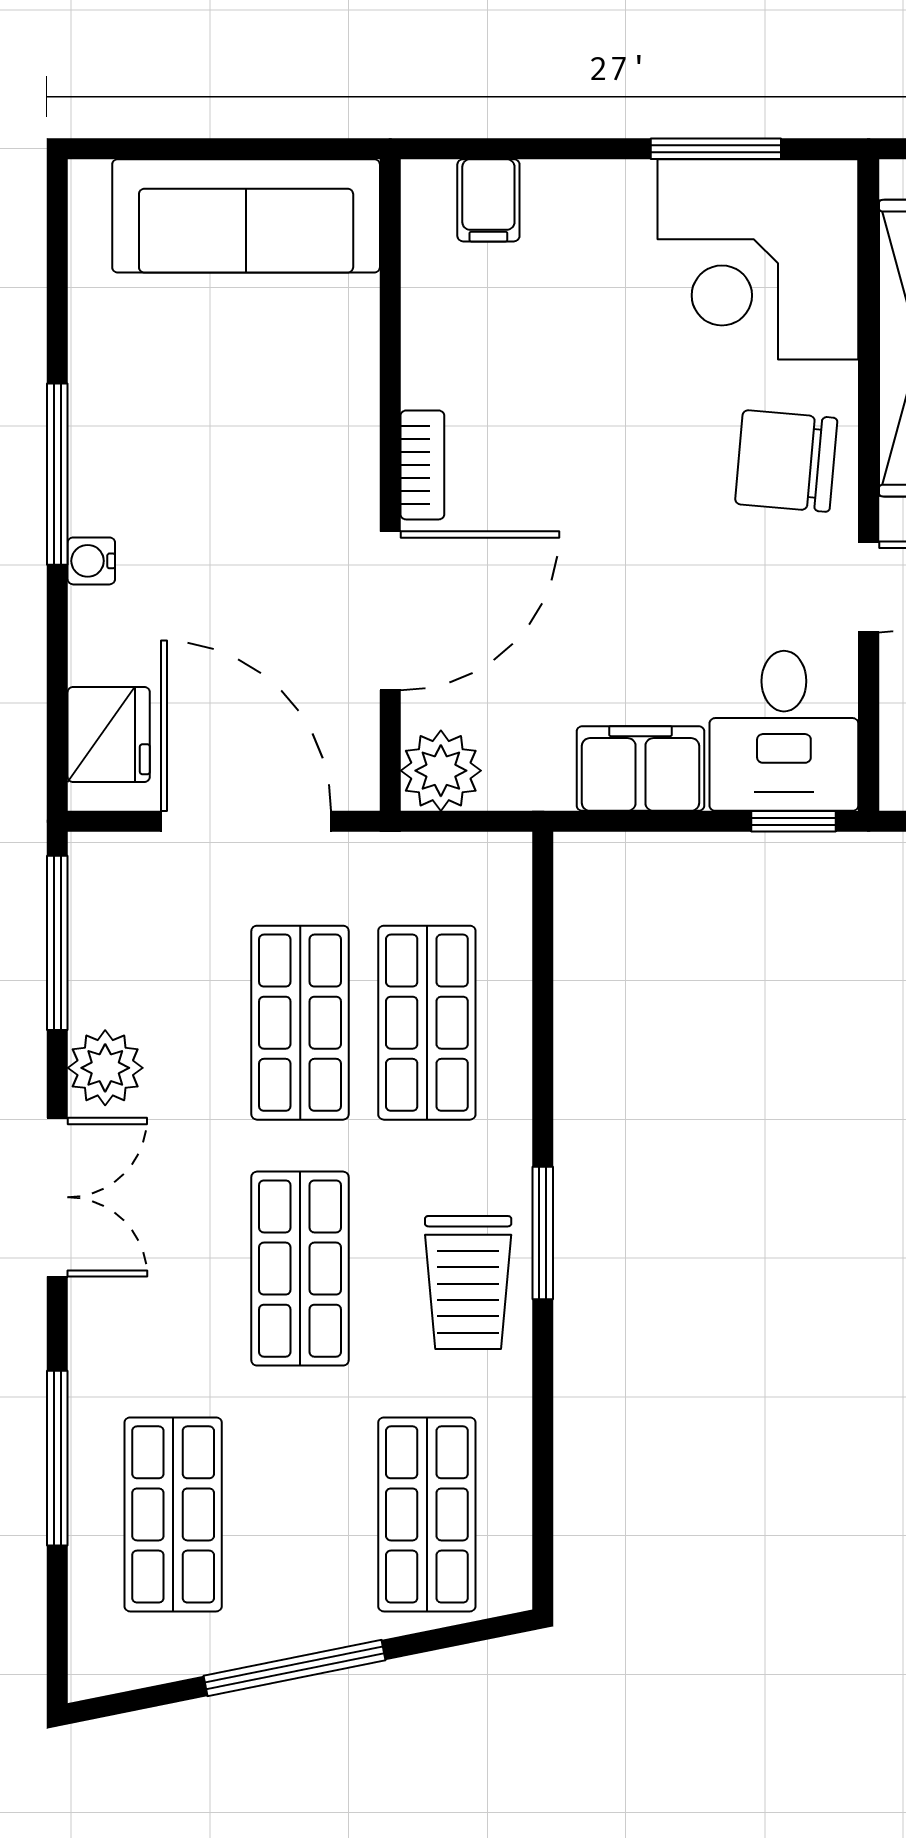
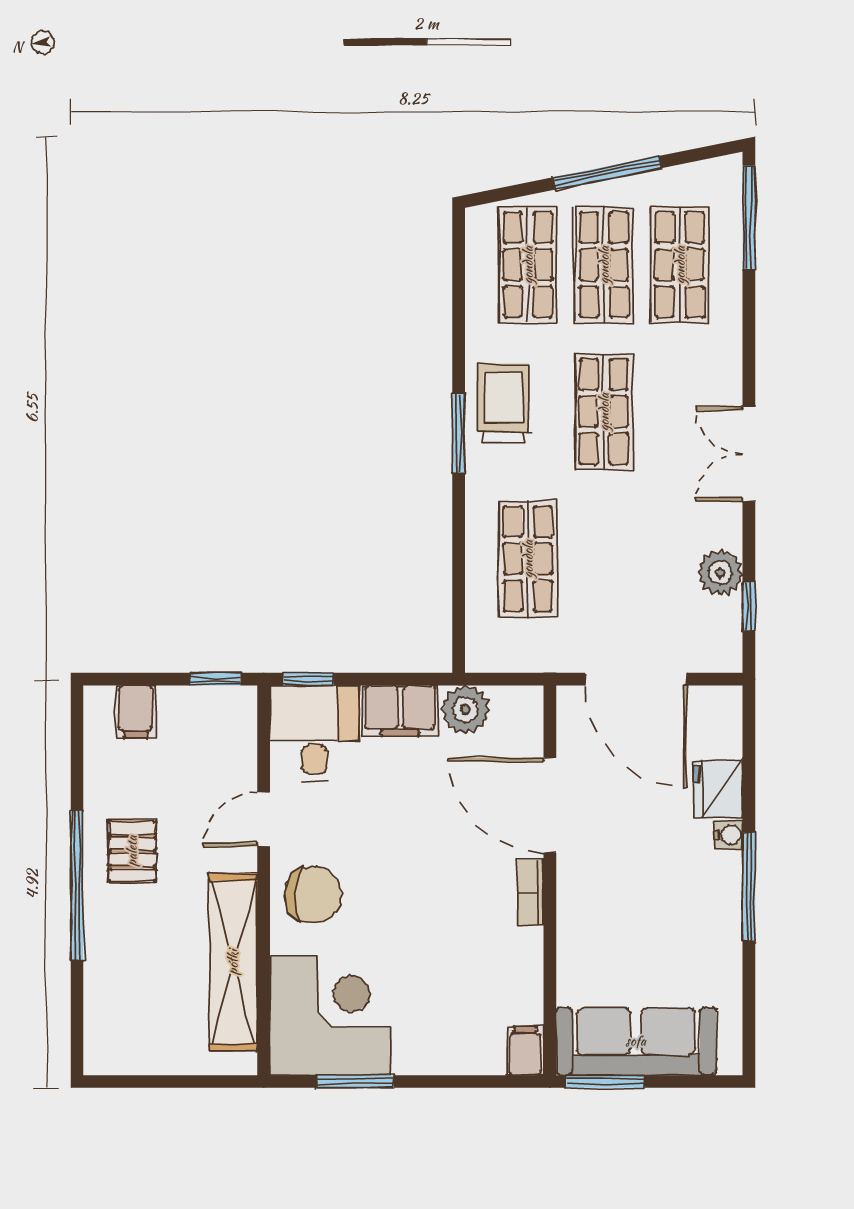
window: (297, 149) -> (605, 1081), added
filing cabinet: (488, 200) -> (525, 1051), moved
door: (390, 611) -> (550, 805), hinge flipped
fridge: (109, 734) -> (718, 789), moved
plant: (441, 771) -> (466, 709), moved
window: (57, 943) -> (749, 606), width x0.46
shop shelf: (300, 1023) -> (604, 265), moved
plant: (105, 1068) -> (720, 573), moved
window: (57, 1458) -> (749, 218), moved

